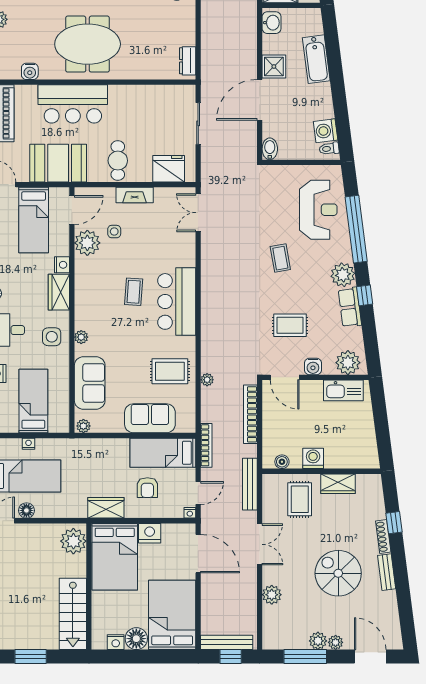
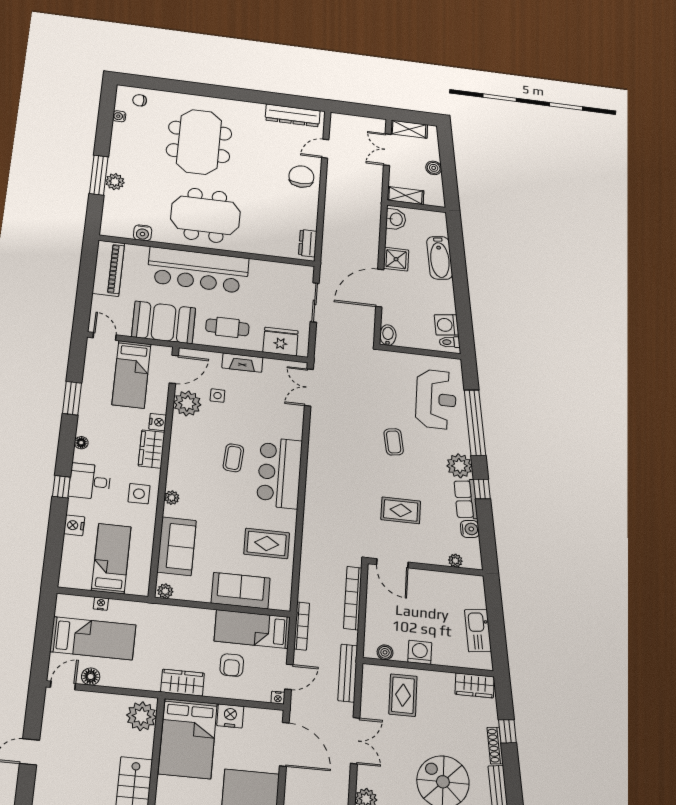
bar counter: (73, 104) -> (198, 270), width x1.36
cafe table: (118, 161) -> (227, 327), turned 90
plant: (348, 363) -> (455, 561), width x0.53, depth x0.53
water cooler: (313, 366) -> (470, 529), moved, turned -97
plant: (207, 380) -> (307, 557), removed
kitchen sink: (343, 390) -> (478, 631), moved, turned 83
wardrobe: (338, 484) -> (475, 685), moved

